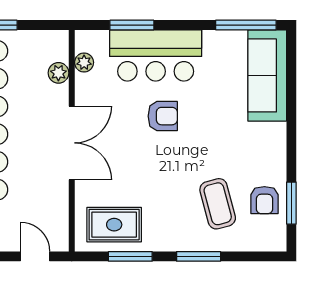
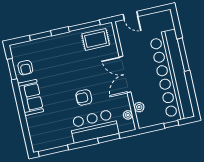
sofa: (267, 75) -> (31, 97), moved, width x0.73
armchair: (264, 200) -> (25, 68), turned 180
coffee table: (218, 204) -> (48, 61), removed
window: (130, 256) -> (84, 26), width x1.44
window: (199, 256) -> (40, 36), moved

